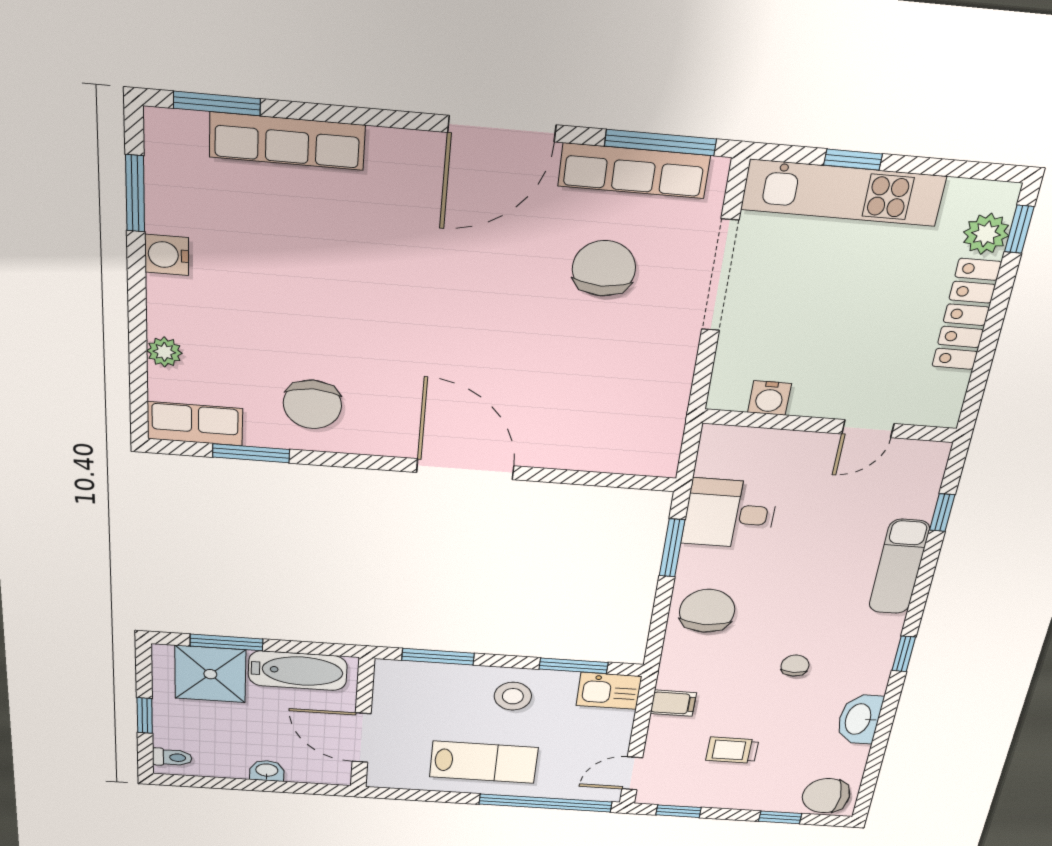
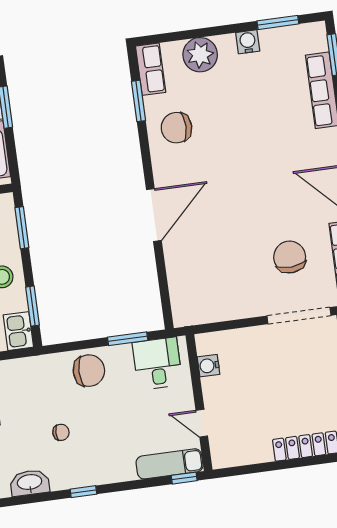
chair: (604, 268) -> (290, 257), turned -94
plant: (164, 352) -> (200, 55), width x1.88, depth x1.88
water cooler: (769, 398) -> (209, 366), moved
wall: (830, 426) -> (199, 403), moved
door: (868, 429) -> (202, 423), moved
exam couch: (899, 567) -> (170, 464), moved
filing cabinet: (673, 703) -> (17, 371), removed

